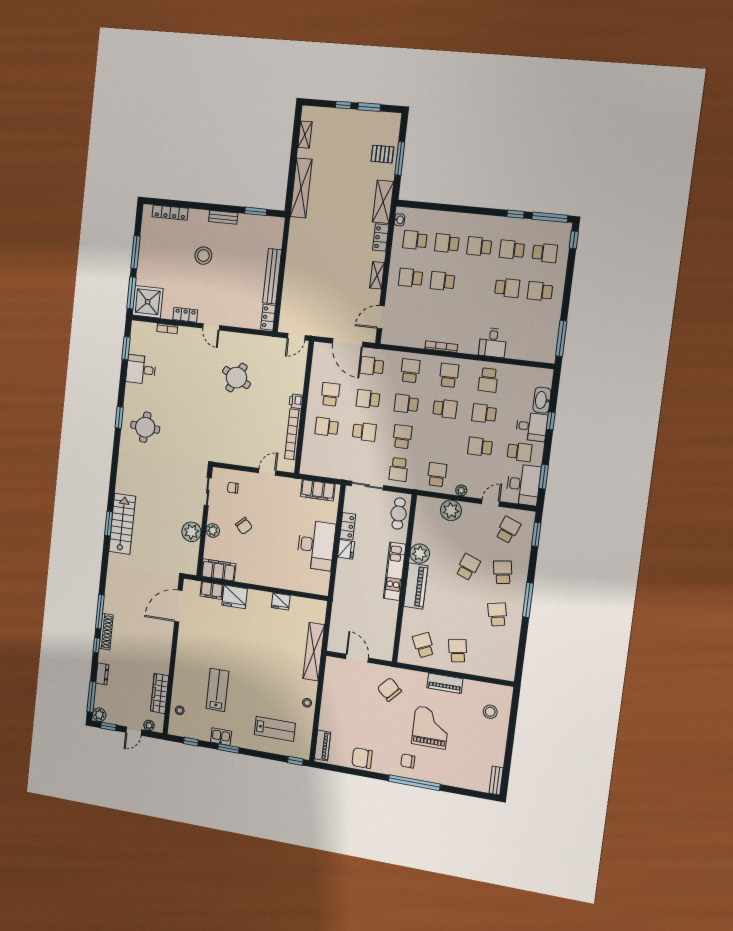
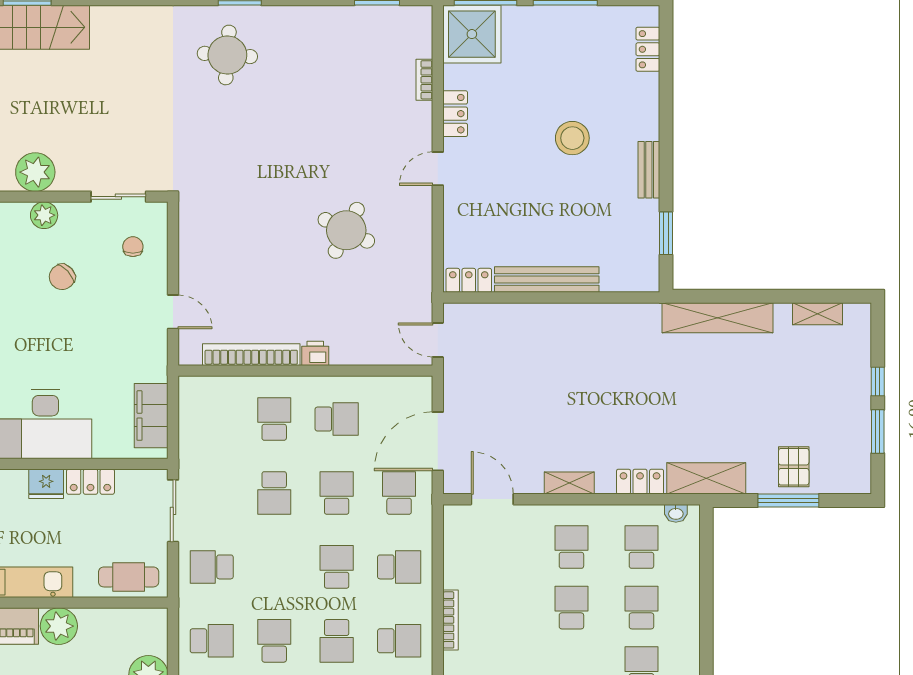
locker: (170, 213) -> (648, 49), width x0.66
desk: (141, 370) -> (339, 34), removed
school desk: (402, 437) -> (274, 641), moved, turned -90

